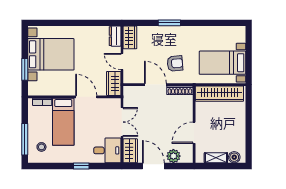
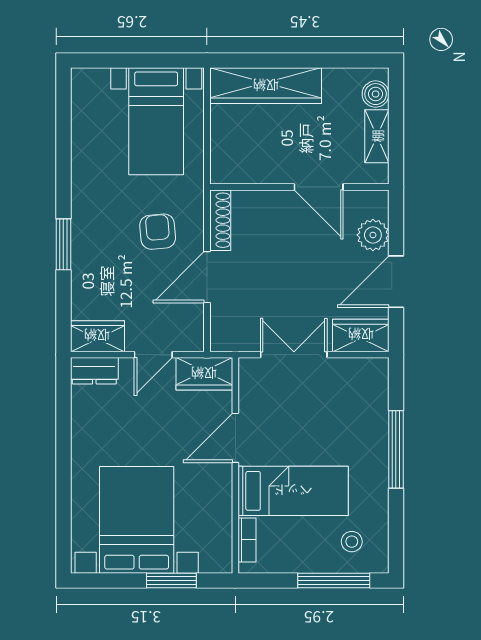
wardrobe: (219, 94) -> (266, 86), moved, turned 90
desk: (107, 150) -> (360, 389), removed
window: (81, 166) -> (396, 449), width x2.17

